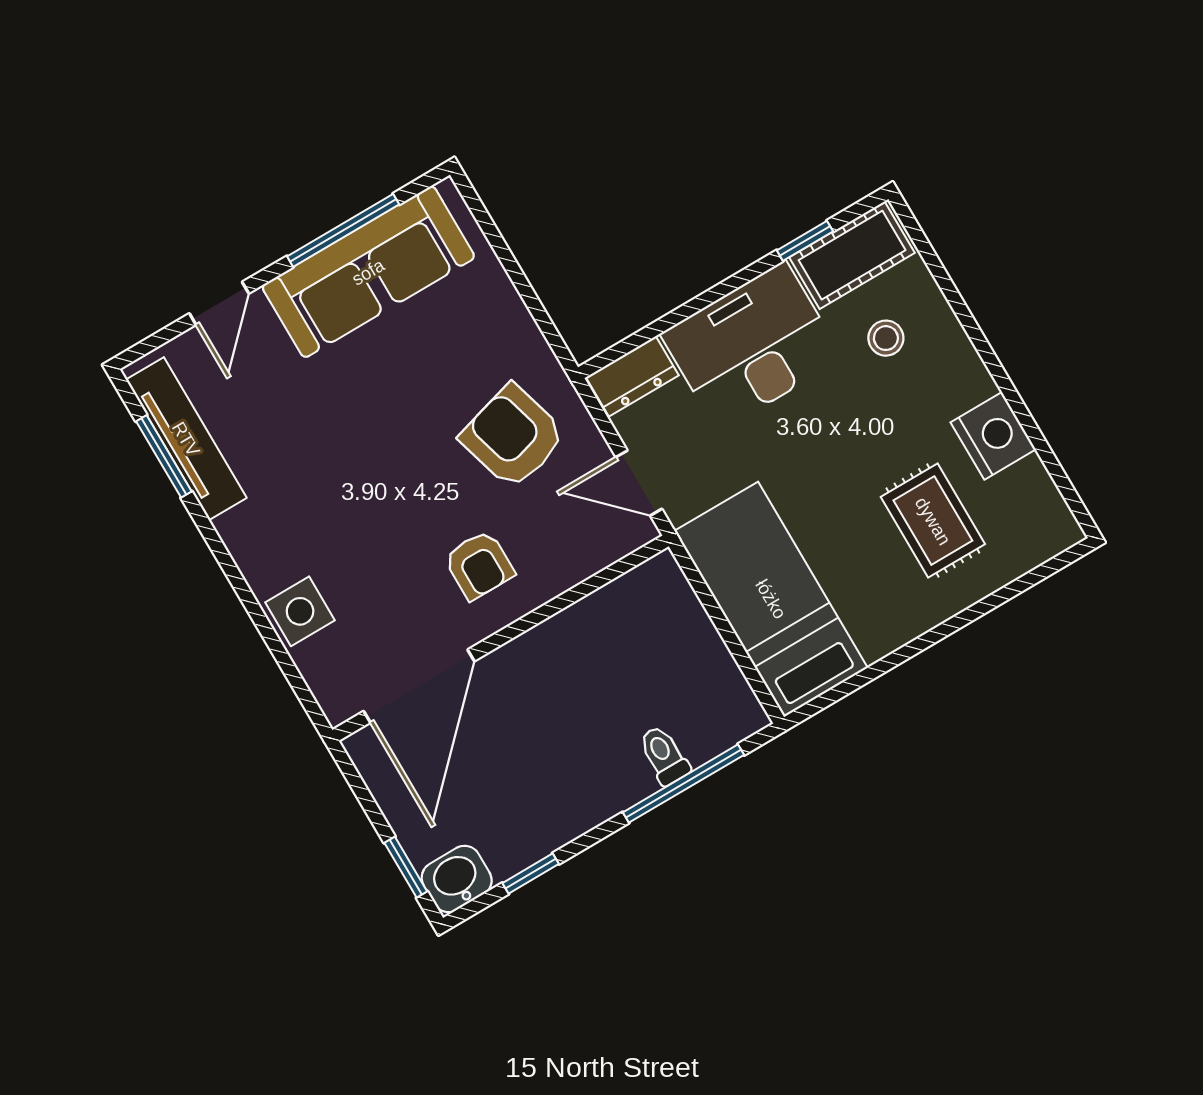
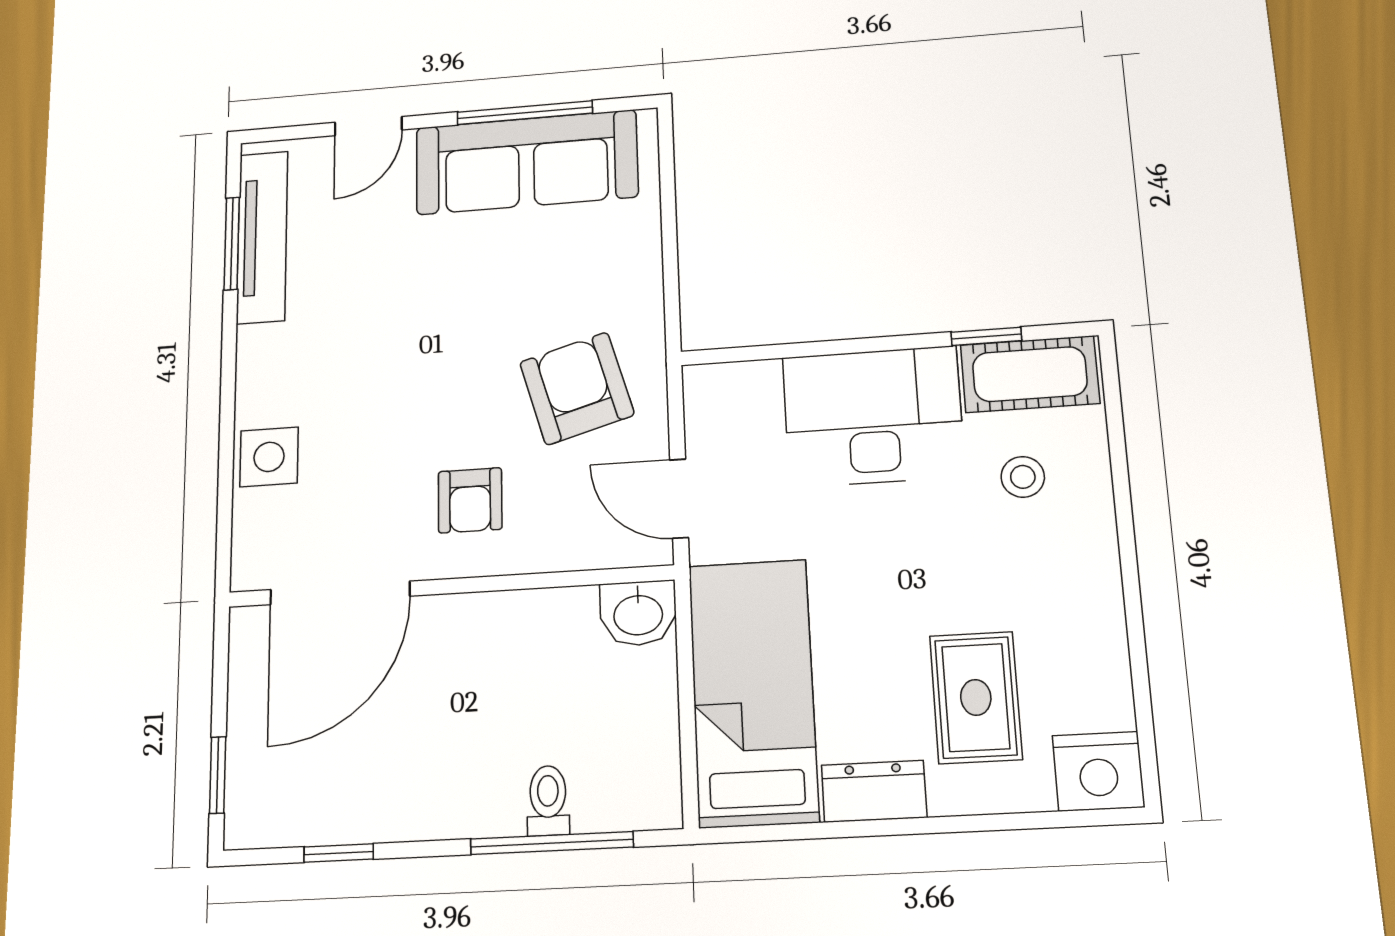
dresser: (632, 376) -> (874, 791), moved, turned 180
nightstand: (993, 436) -> (1098, 771), moved, turned 90
washbasin: (457, 879) -> (638, 613), moved, turned 180

